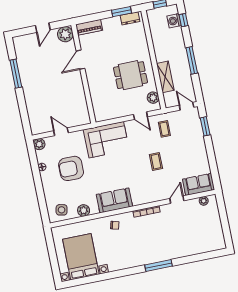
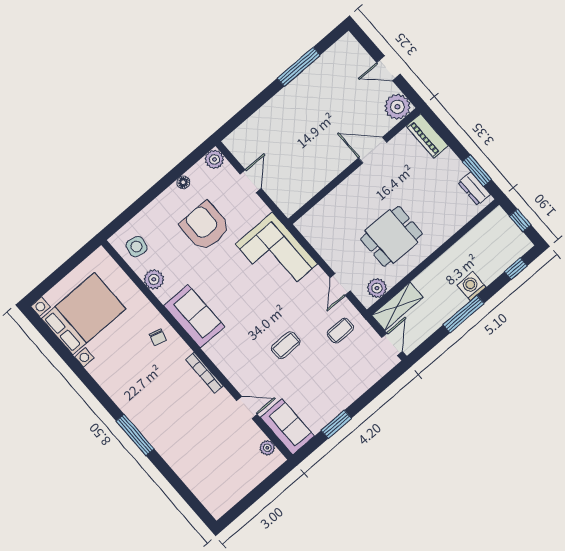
washing machine: (174, 21) -> (472, 286), moved
dining table: (131, 75) -> (391, 236), turned 90
shelving: (165, 77) -> (397, 306), moved
window: (205, 126) -> (336, 424), moved

